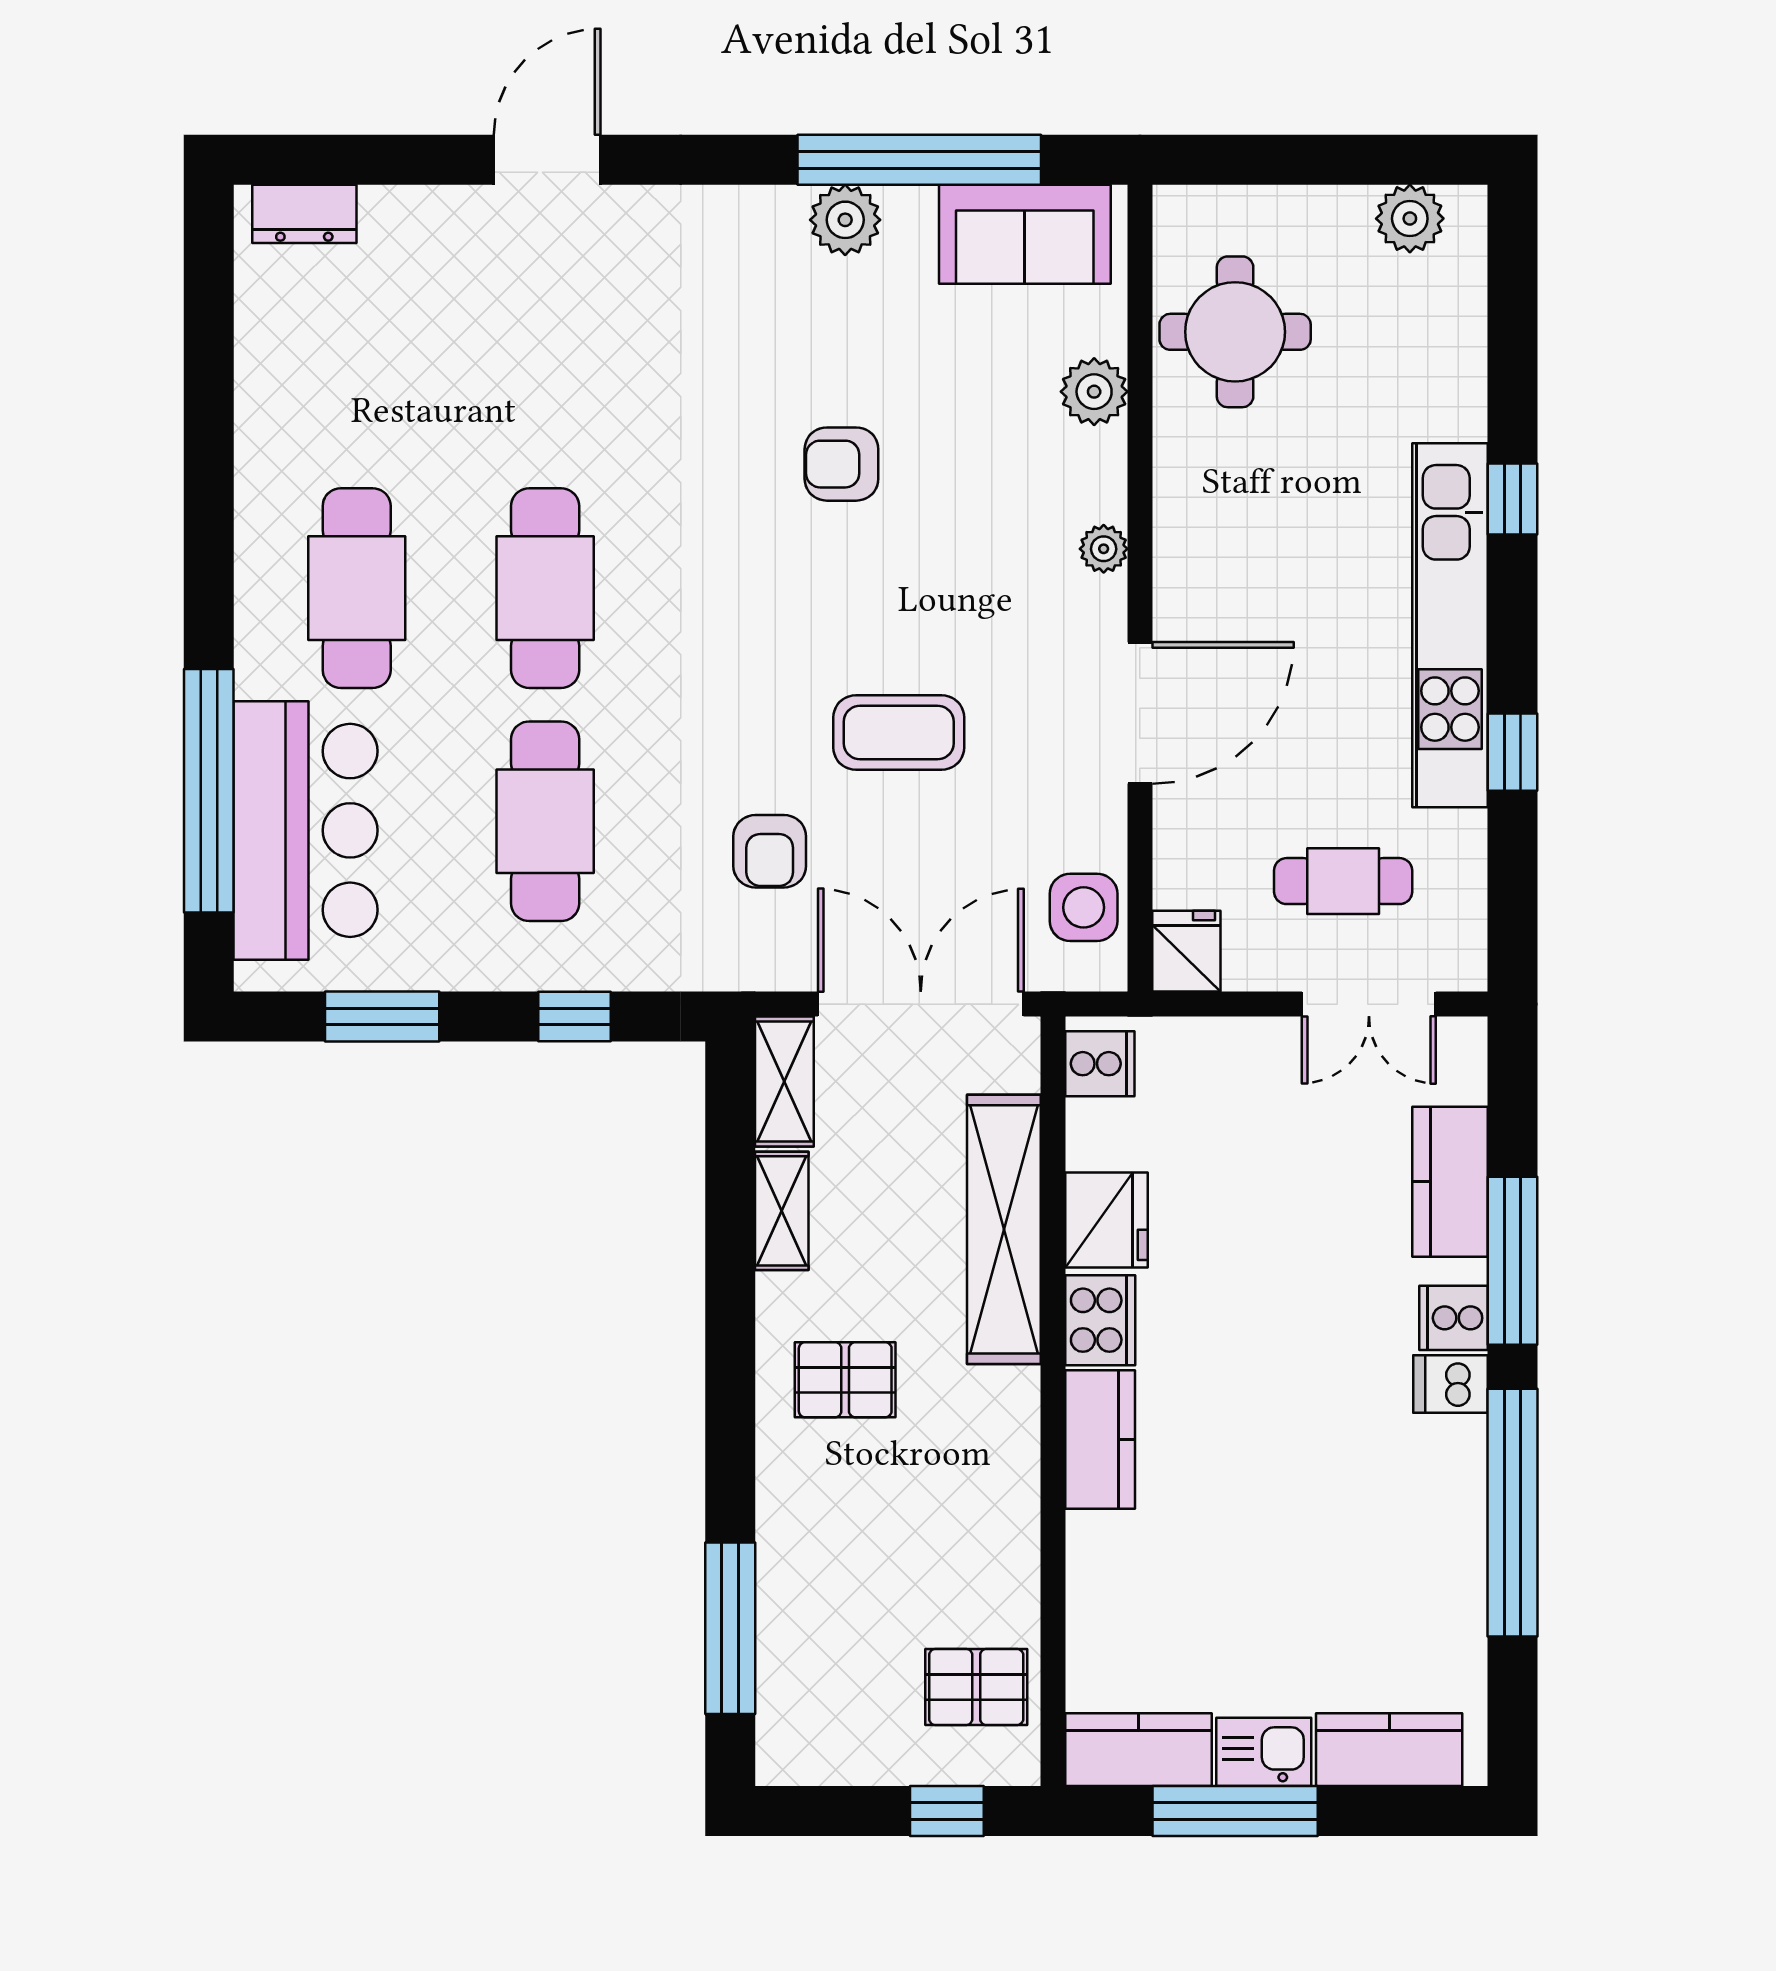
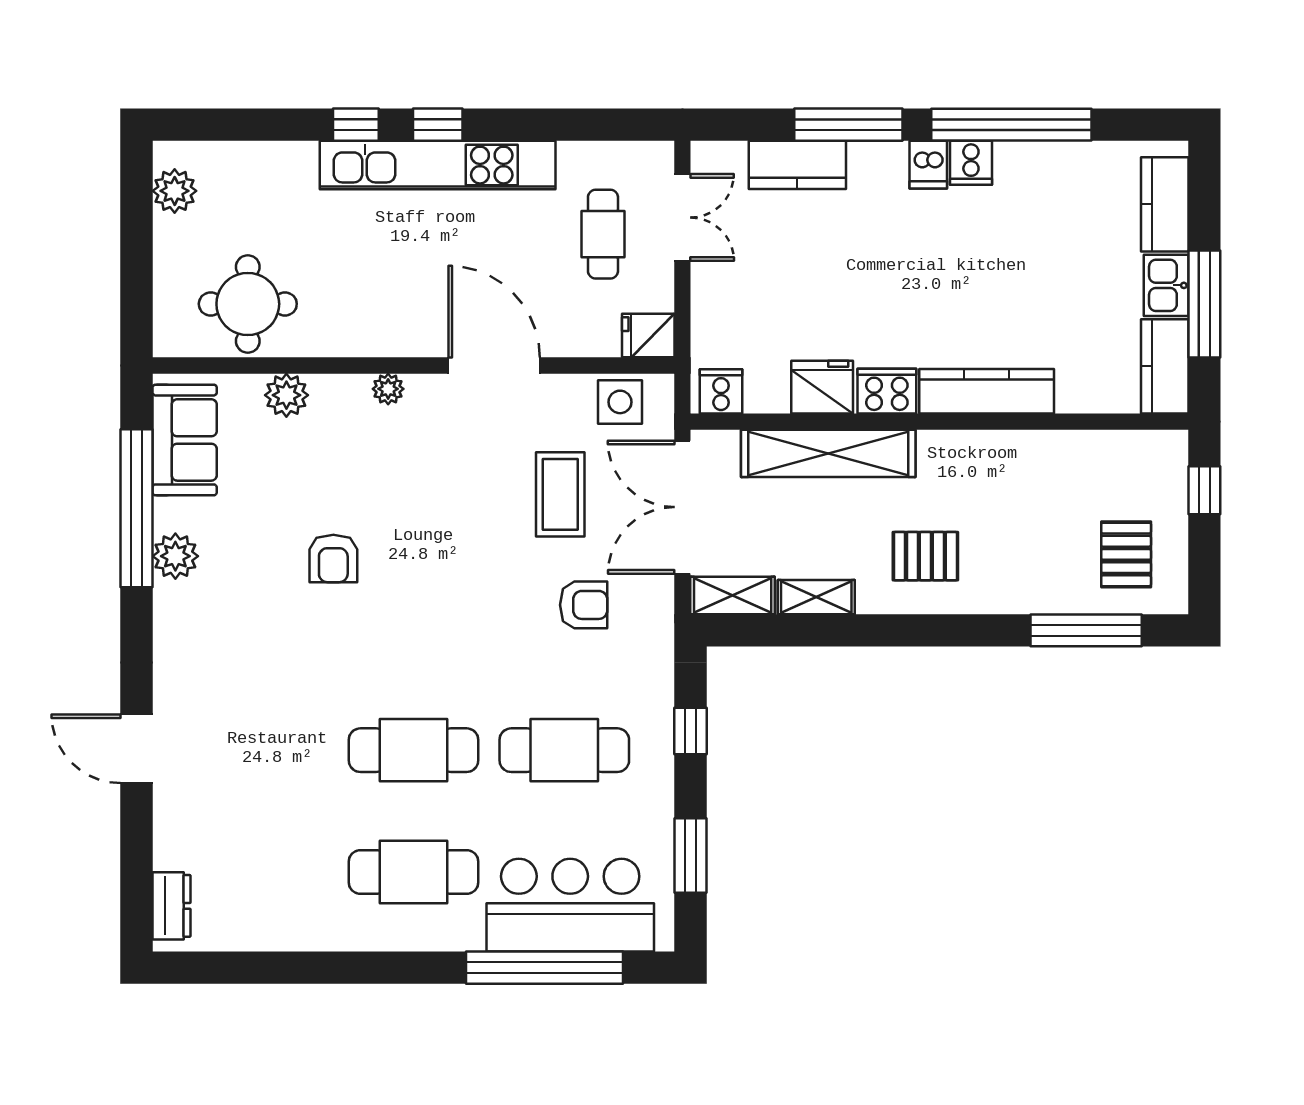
coffee table: (899, 733) -> (560, 494), moved
window: (1512, 752) -> (438, 125), moved
cooker: (1453, 1318) -> (971, 163), moved
pallet: (845, 1380) -> (925, 556), turned 90
kitchen counter: (1100, 1440) -> (987, 391), width x1.50
pallet: (976, 1687) -> (1126, 554), moved

